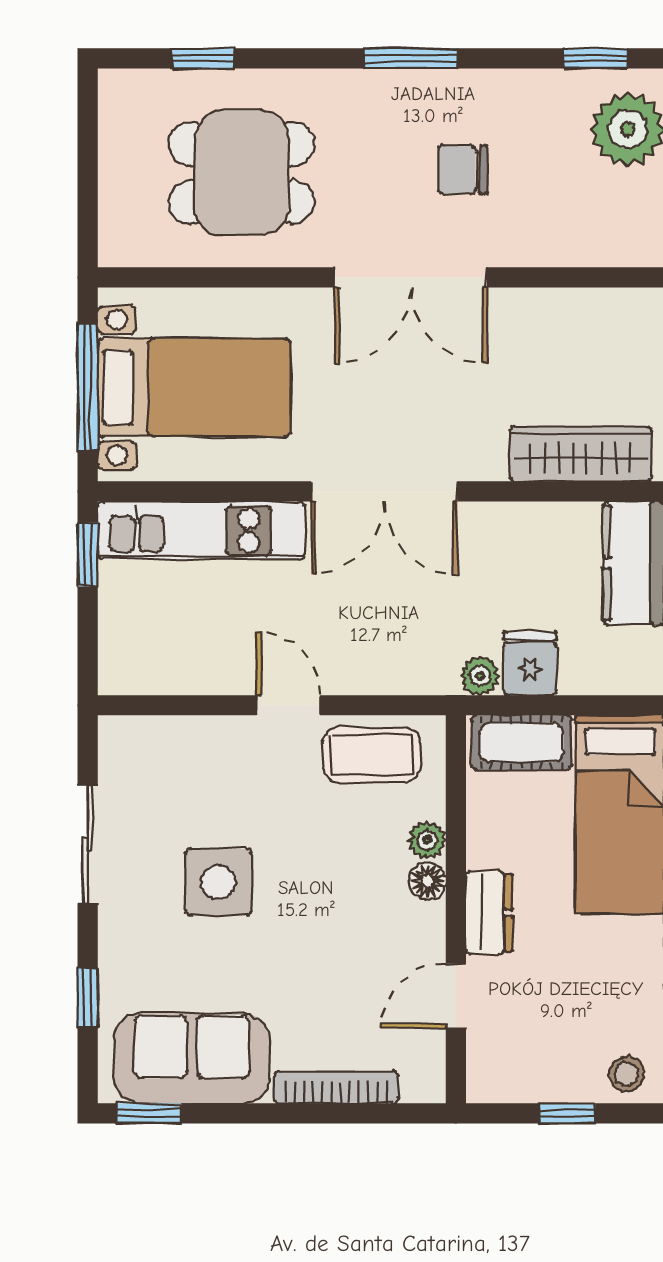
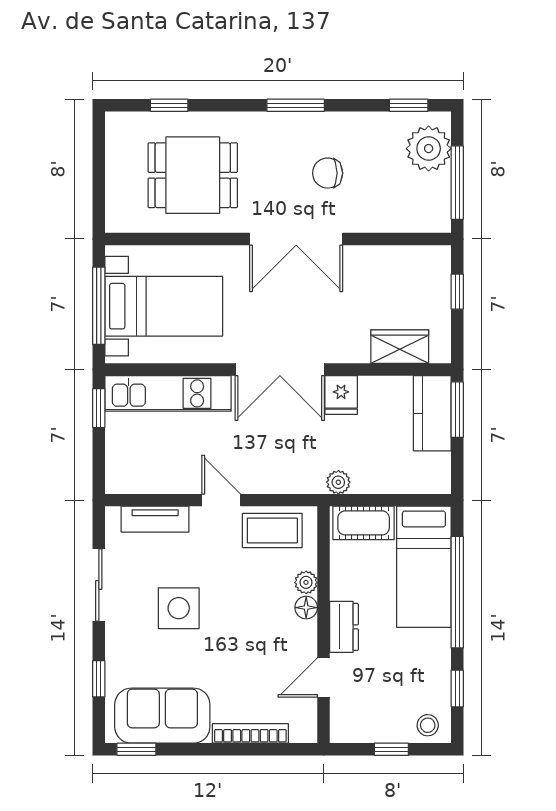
wardrobe: (581, 454) -> (400, 347), width x0.67
fridge: (530, 664) -> (341, 395), moved, turned 180
tv unit: (180, 736) -> (155, 519), added

